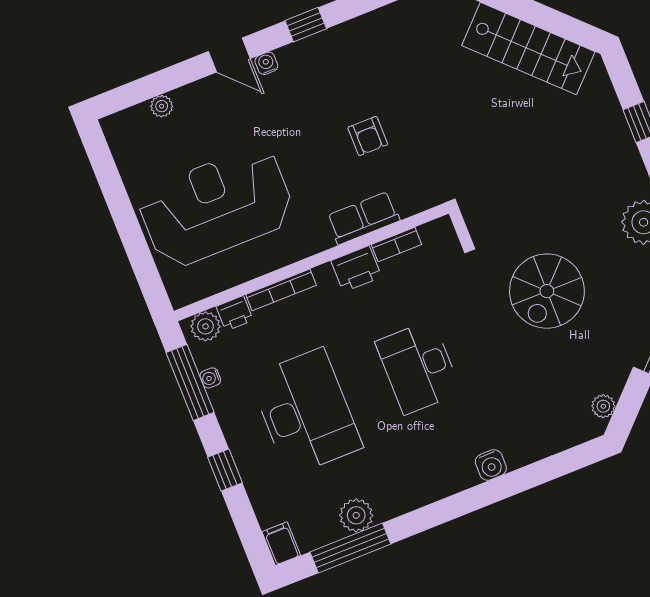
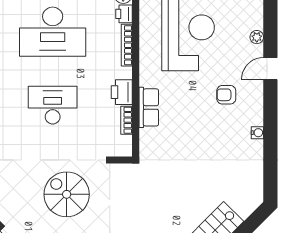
window: (306, 25) -> (270, 118), removed
water cooler: (266, 63) -> (257, 133), moved
plant: (162, 106) -> (257, 37), moved
armchair: (368, 136) -> (226, 95), moved

